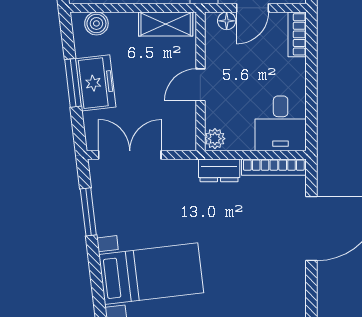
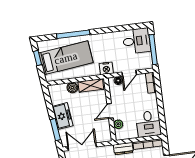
boiler: (96, 23) -> (72, 88), moved
window: (73, 83) -> (55, 130), moved
plant: (215, 139) -> (118, 124), moved

